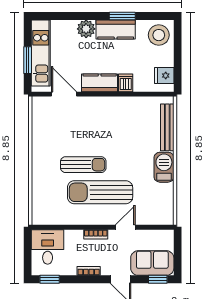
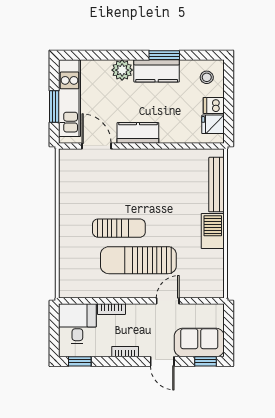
stool: (159, 35) -> (207, 77), width x0.53, depth x0.53
dishwasher: (126, 83) -> (214, 105), moved, turned -90
bookcase: (96, 234) -> (111, 309), moved

